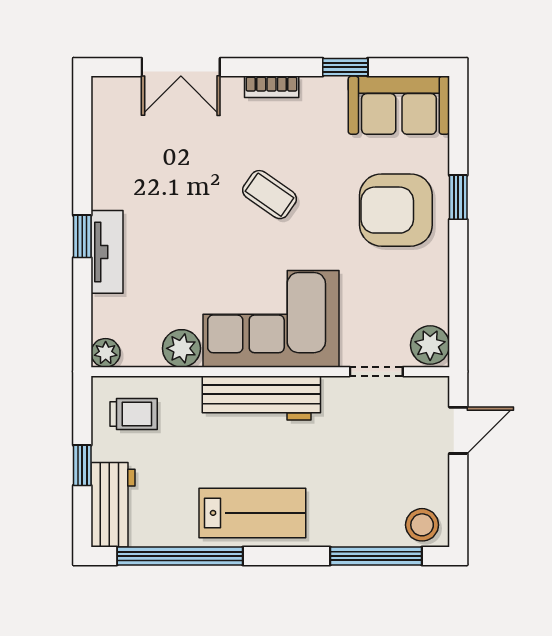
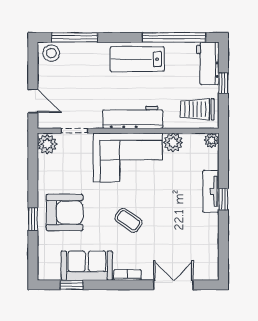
window: (345, 67) -> (72, 285), moved
sofa: (399, 105) -> (87, 266), moved
trolley: (134, 414) -> (197, 109), width x1.36, depth x1.39
door: (458, 430) -> (33, 101), swing flipped

